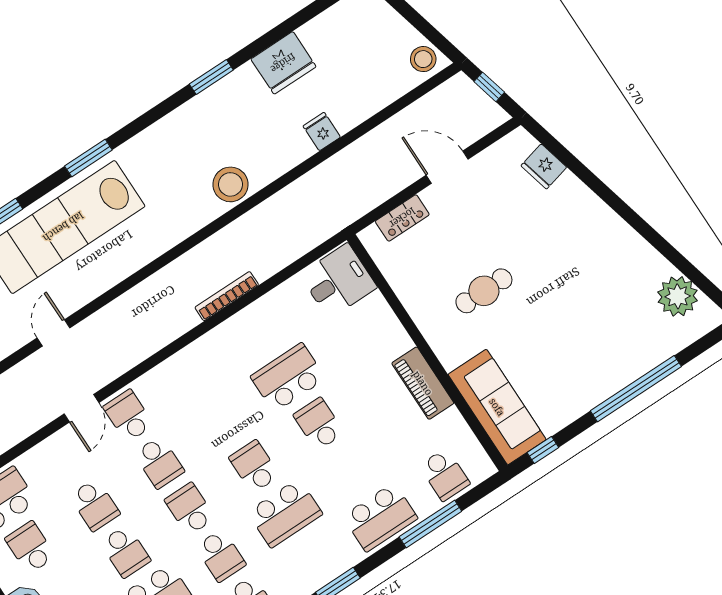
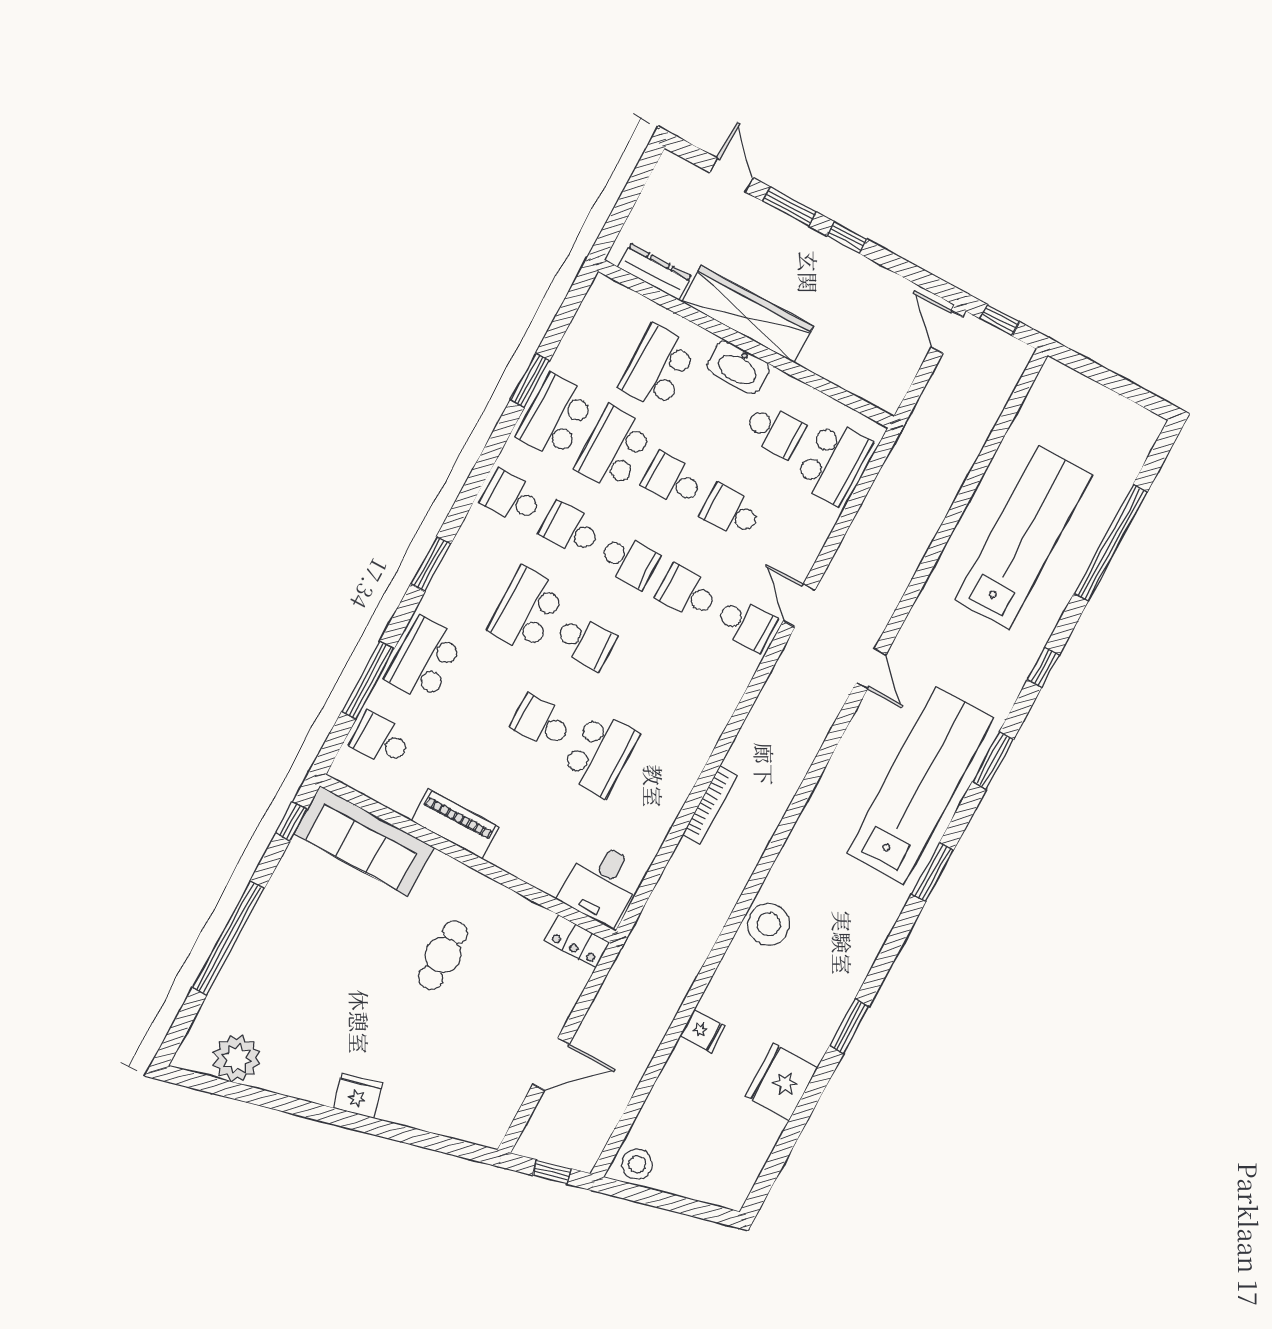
fridge: (544, 166) -> (358, 1096), moved
locker: (402, 218) -> (577, 941), moved, turned -90
school desk: (319, 424) -> (541, 722), turned 180

